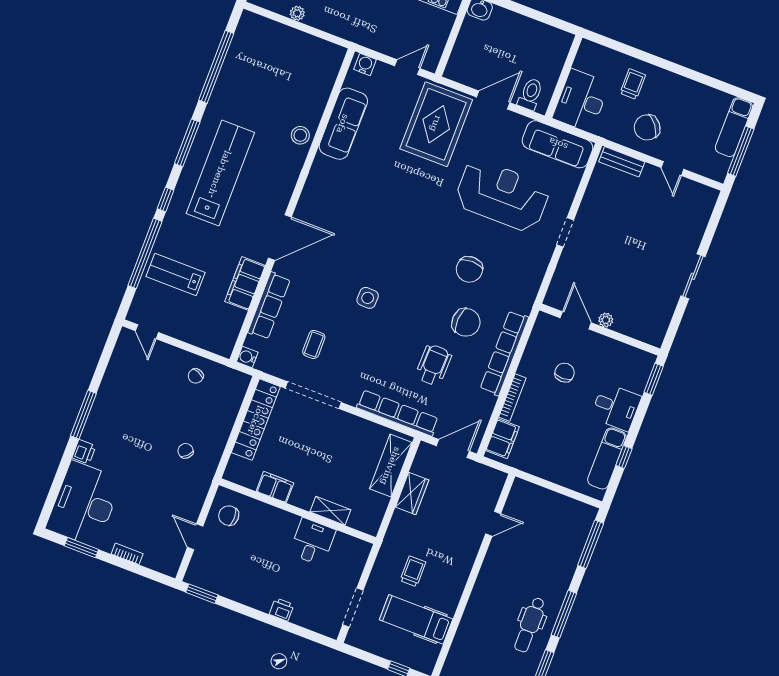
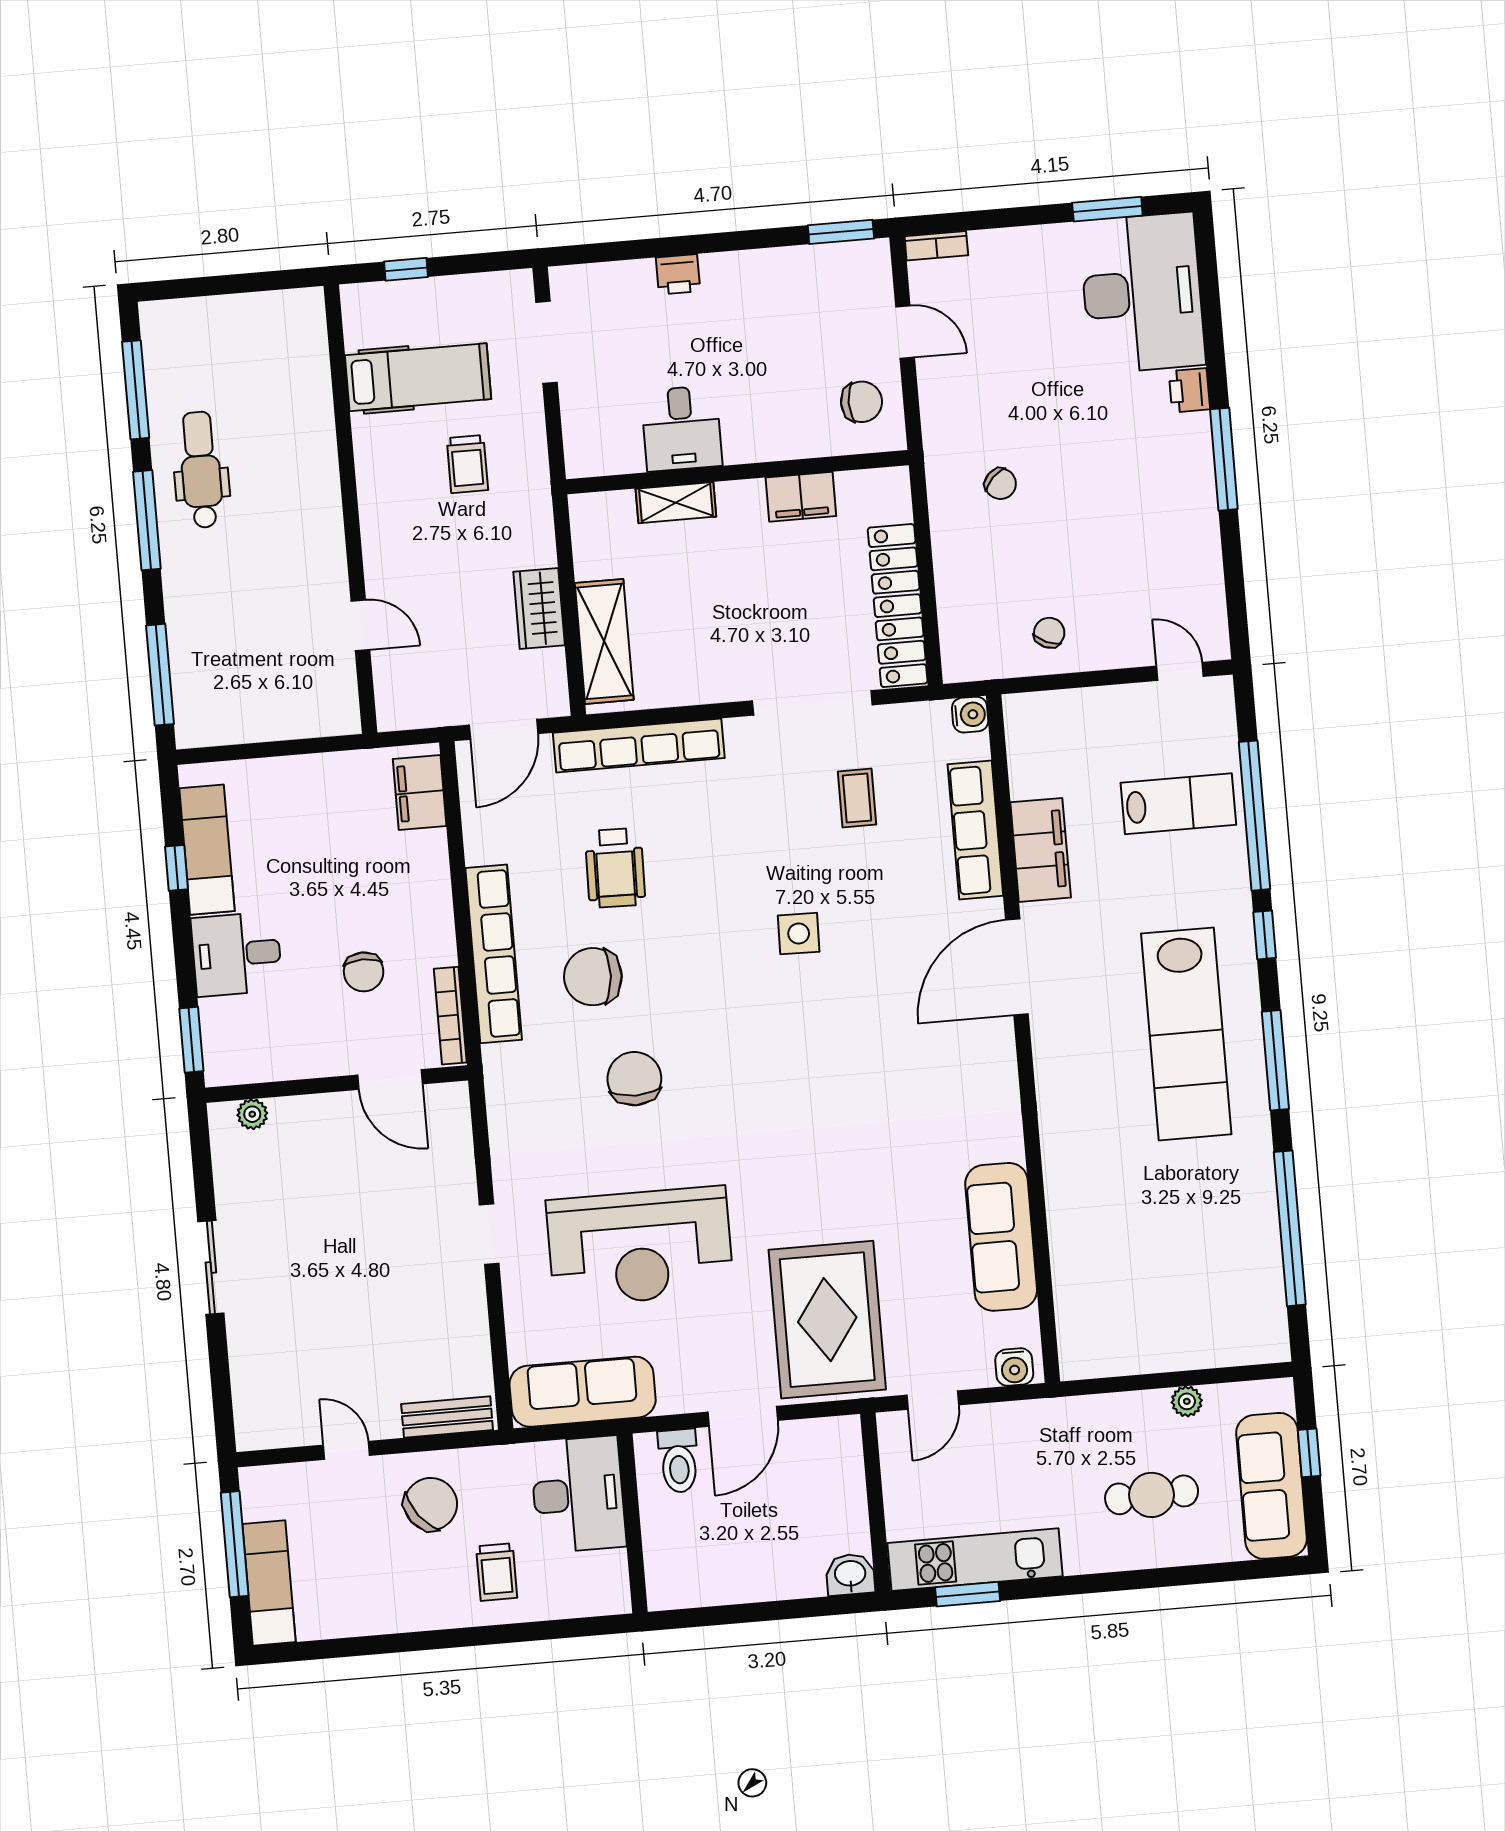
stool: (300, 135) -> (1071, 1176), removed
plant: (606, 320) -> (252, 1114), moved
bookcase: (512, 398) -> (450, 1016), moved
door: (493, 524) -> (360, 625), swing flipped
bookcase: (127, 554) -> (936, 246), moved

